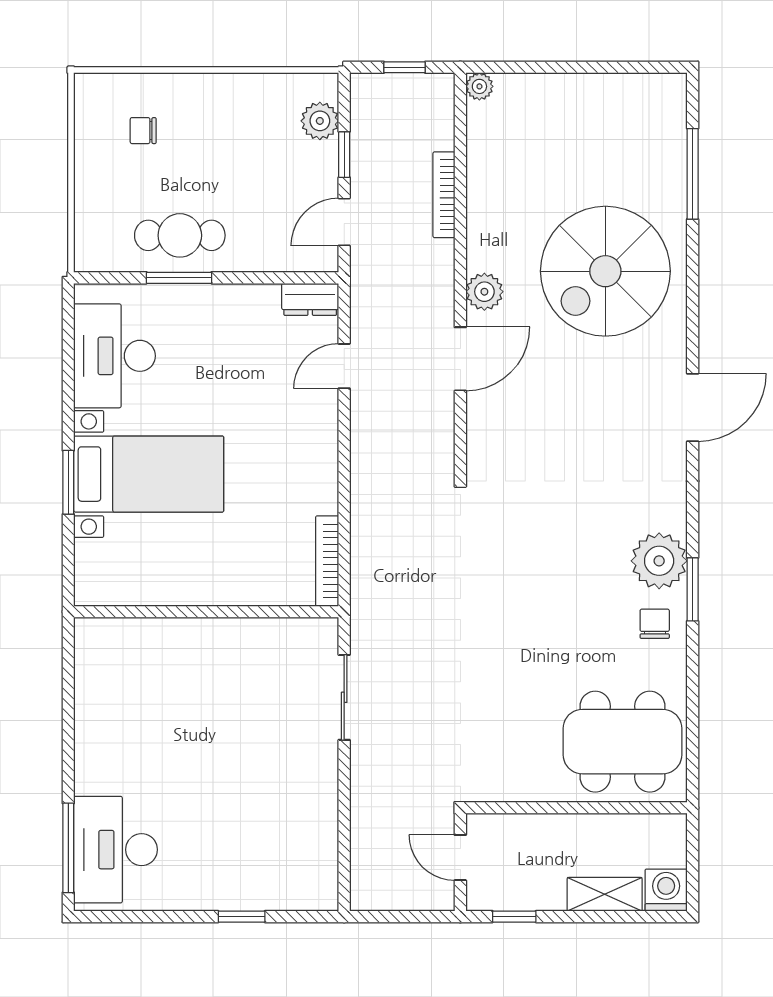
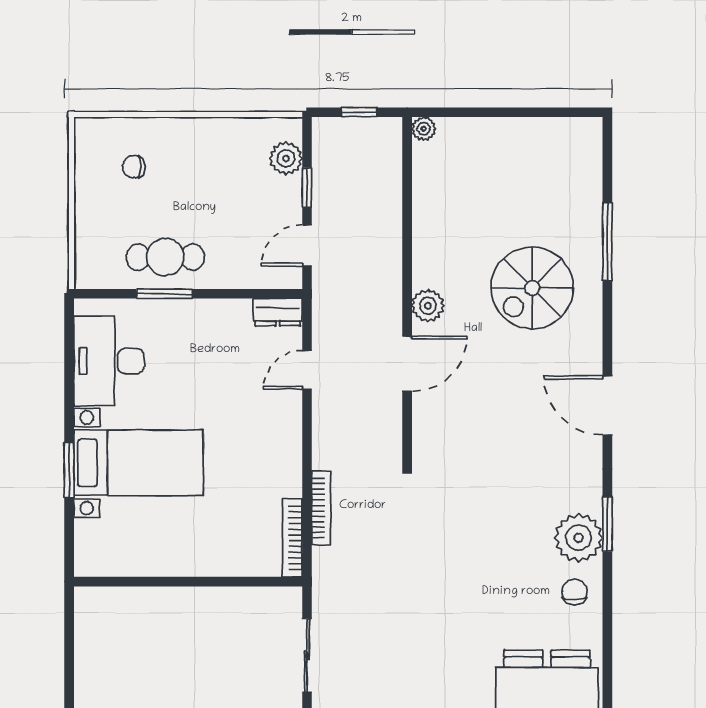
window: (693, 174) -> (607, 241), moved
bookcase: (444, 195) -> (321, 508), moved, turned 180
spiral stairs: (605, 271) -> (532, 288), width x0.73, depth x0.73
door: (693, 407) -> (607, 405), swing flipped
window: (693, 589) -> (607, 524), moved

